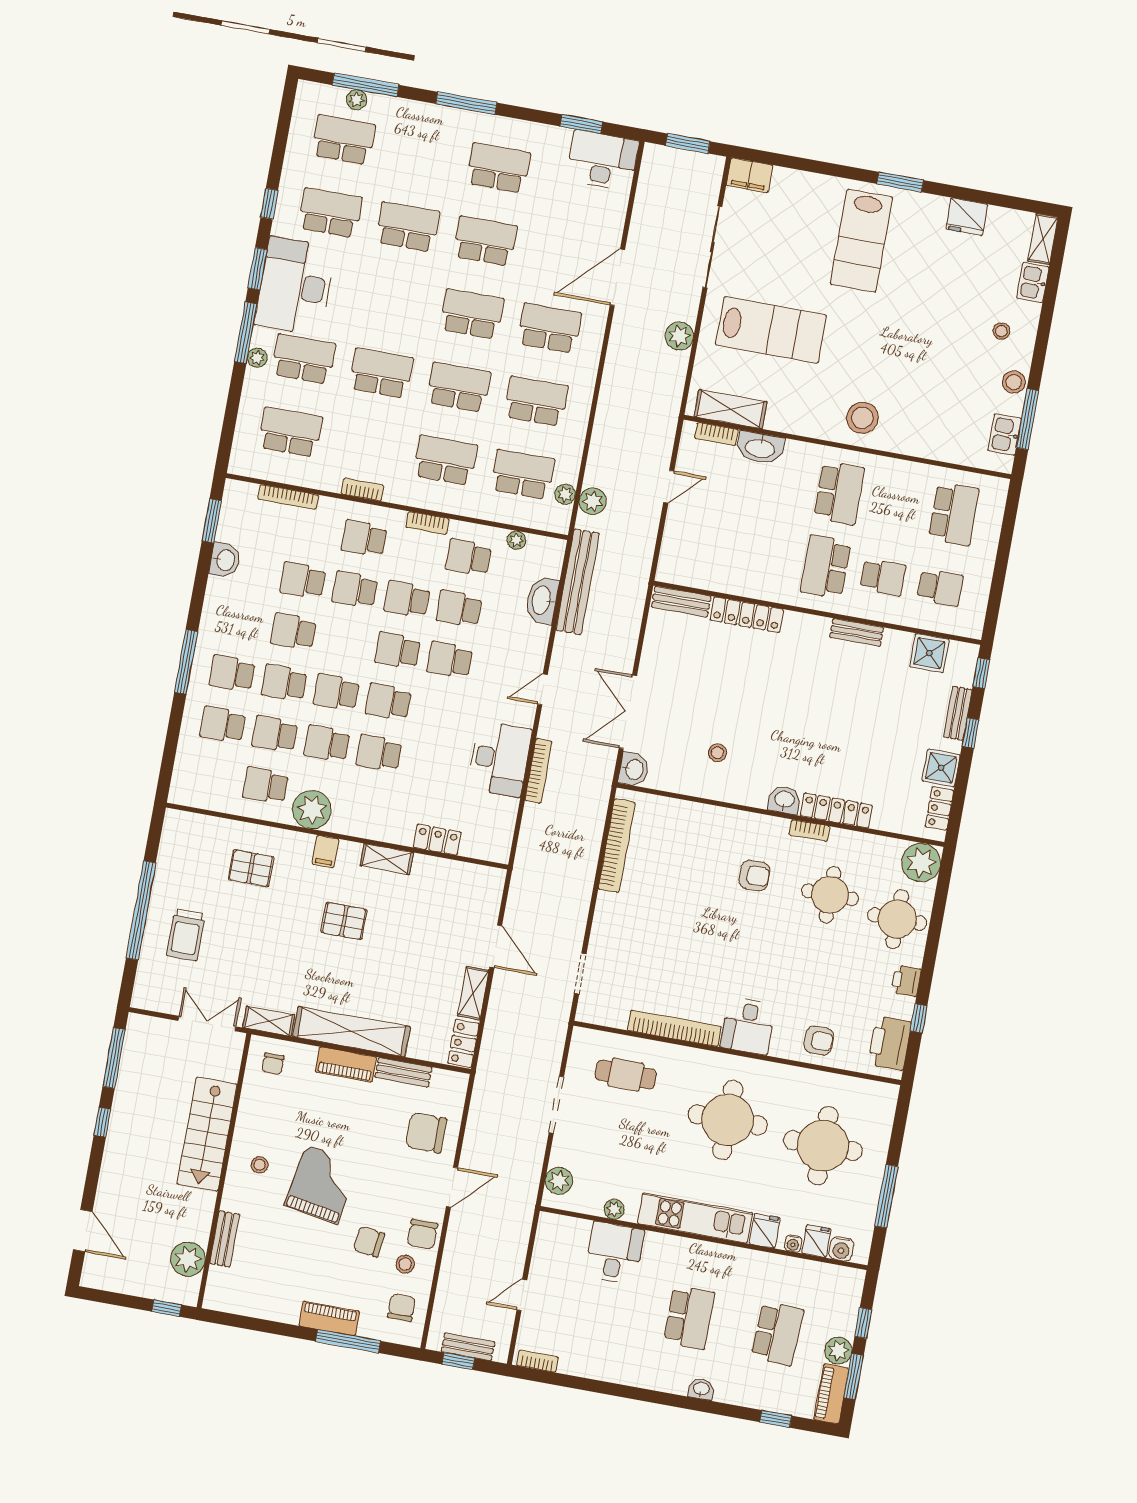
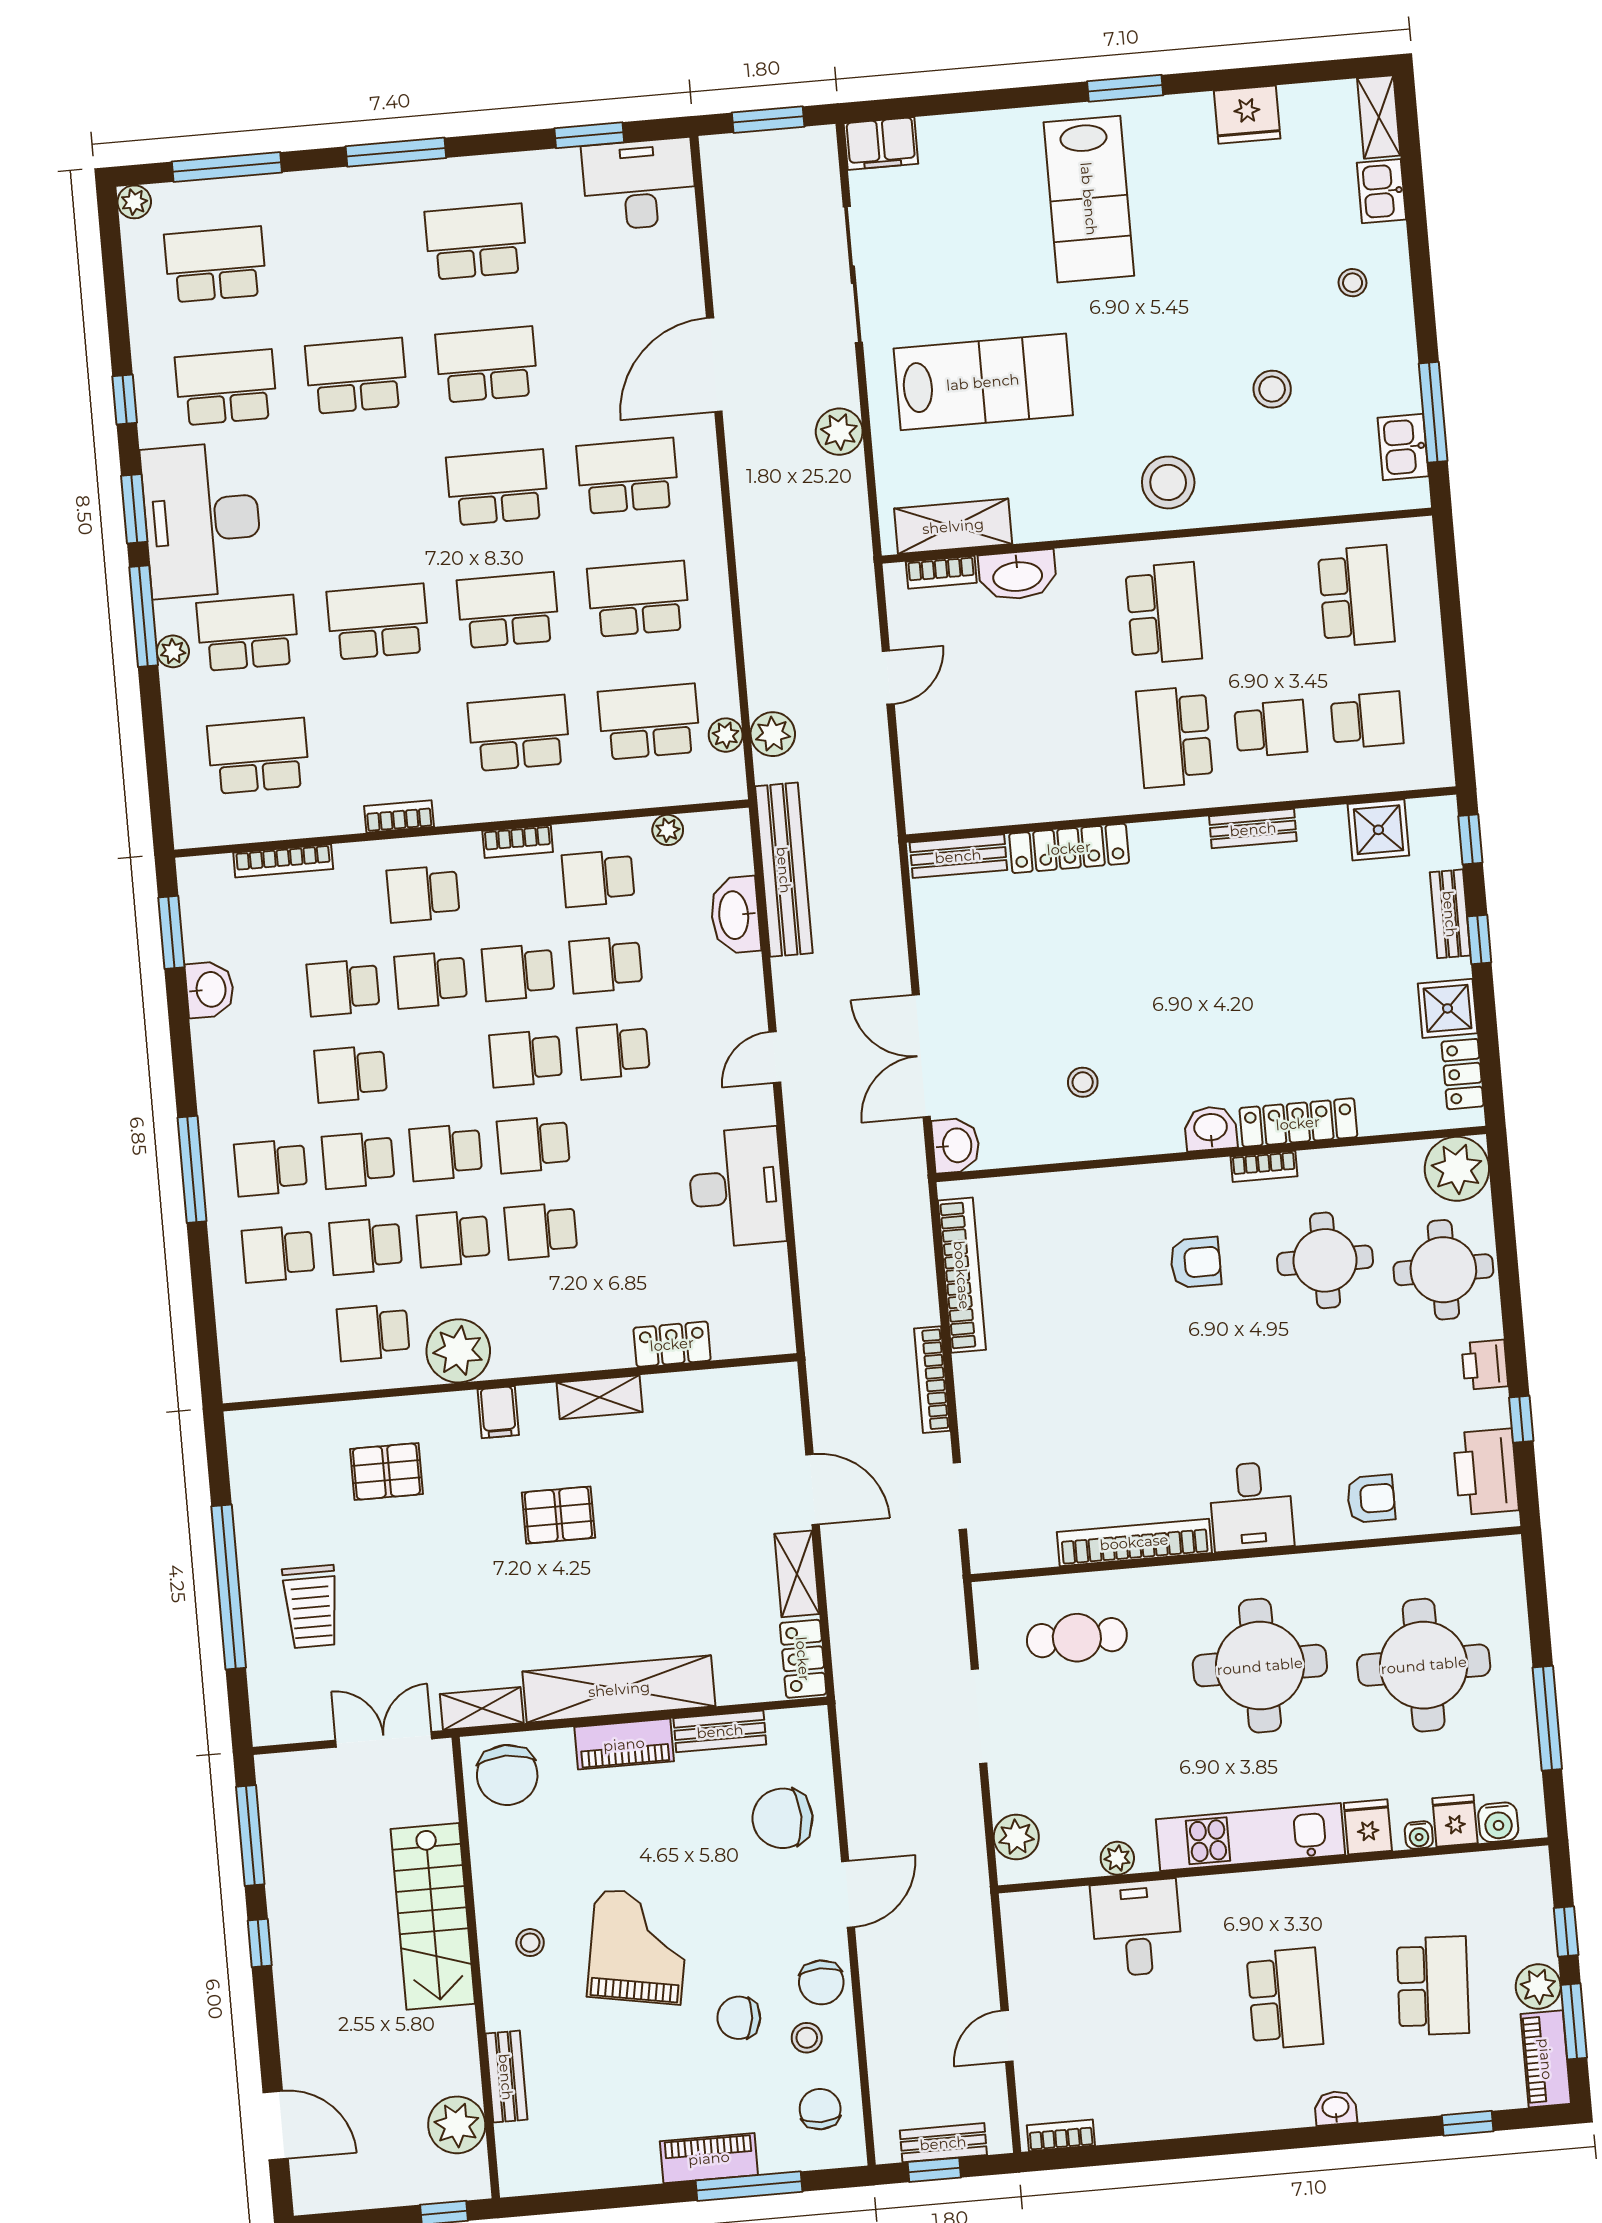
plant: (357, 100) -> (134, 202), moved
stool: (1014, 382) -> (1272, 389), moved
bookcase: (538, 771) -> (932, 1380), moved, turned 180
chair: (273, 1064) -> (507, 1775), width x1.87, depth x1.87

